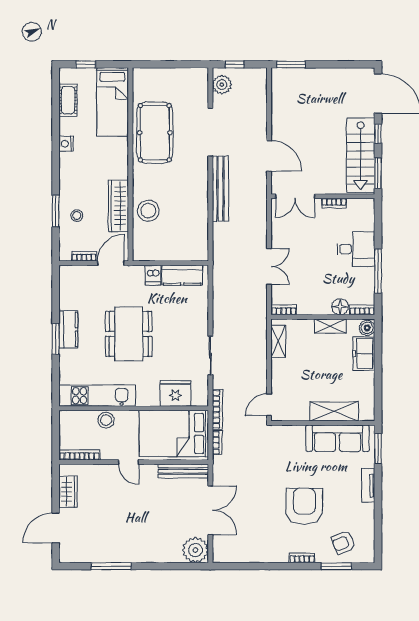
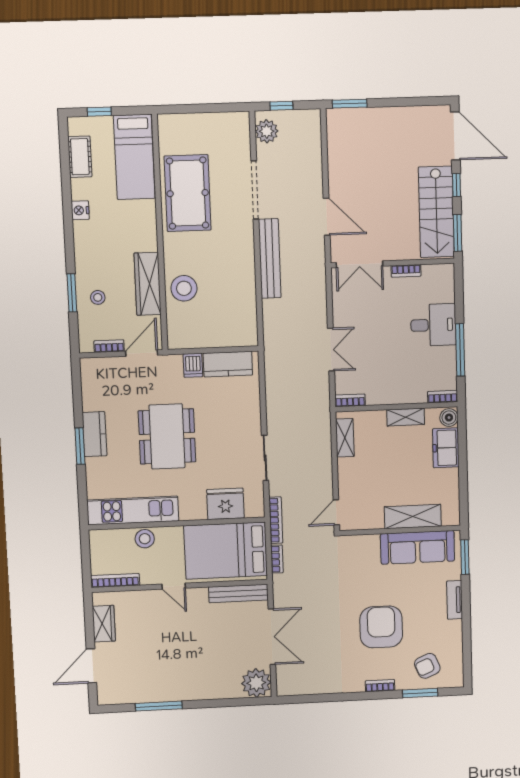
floor lamp: (340, 307) -> (416, 394), removed

